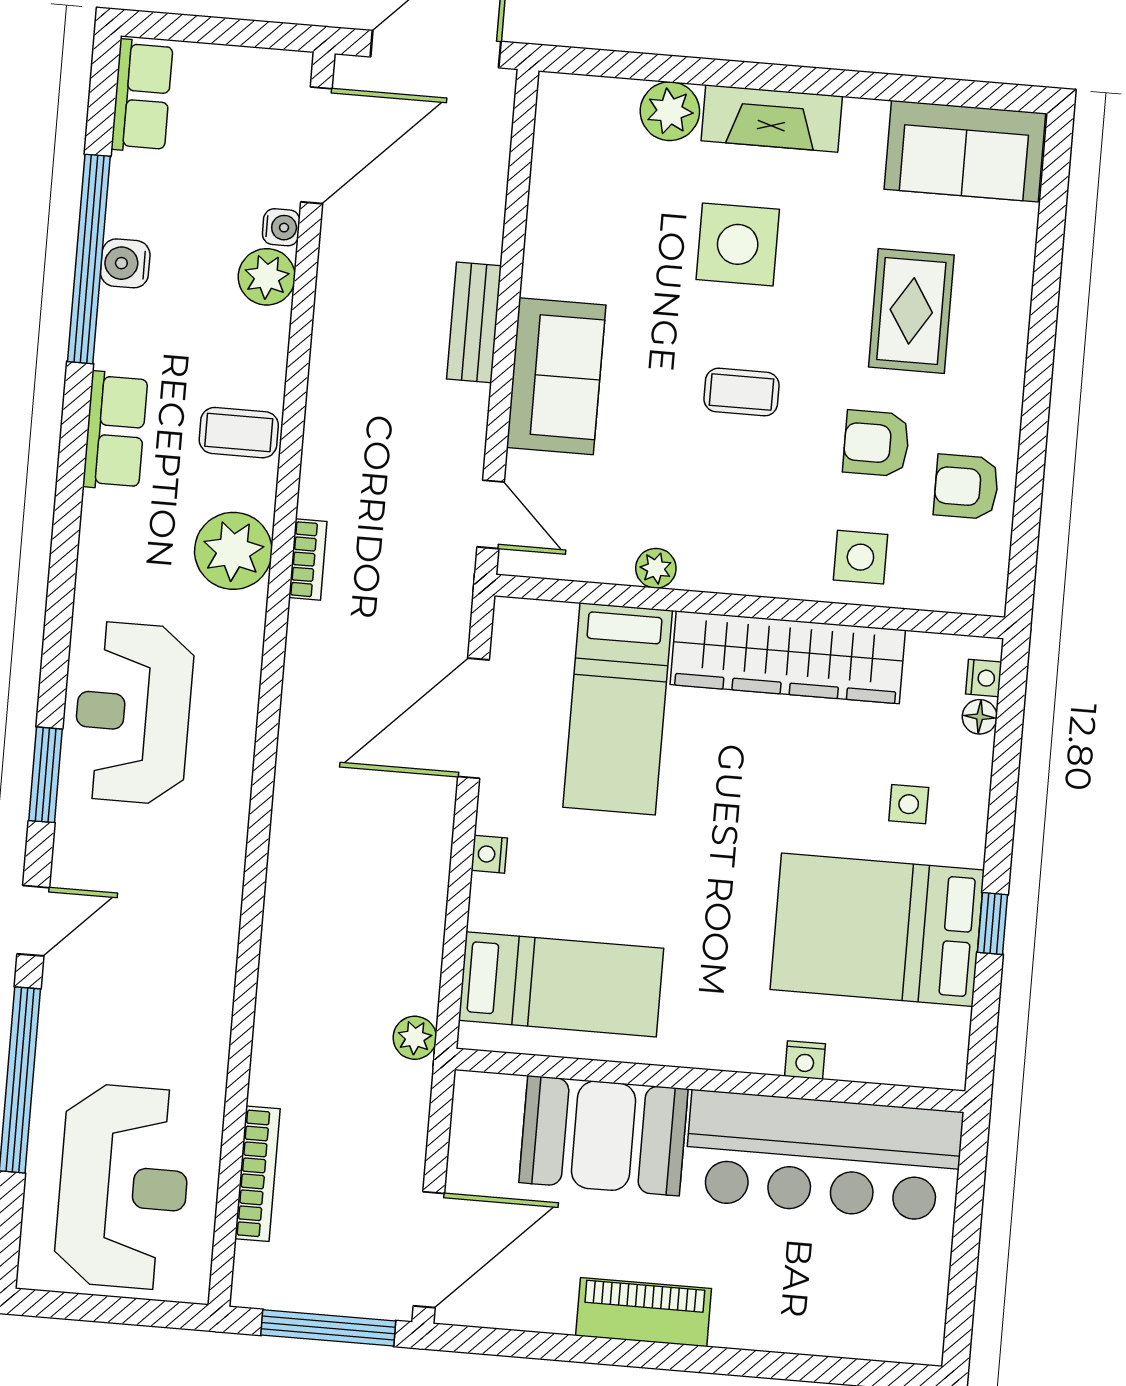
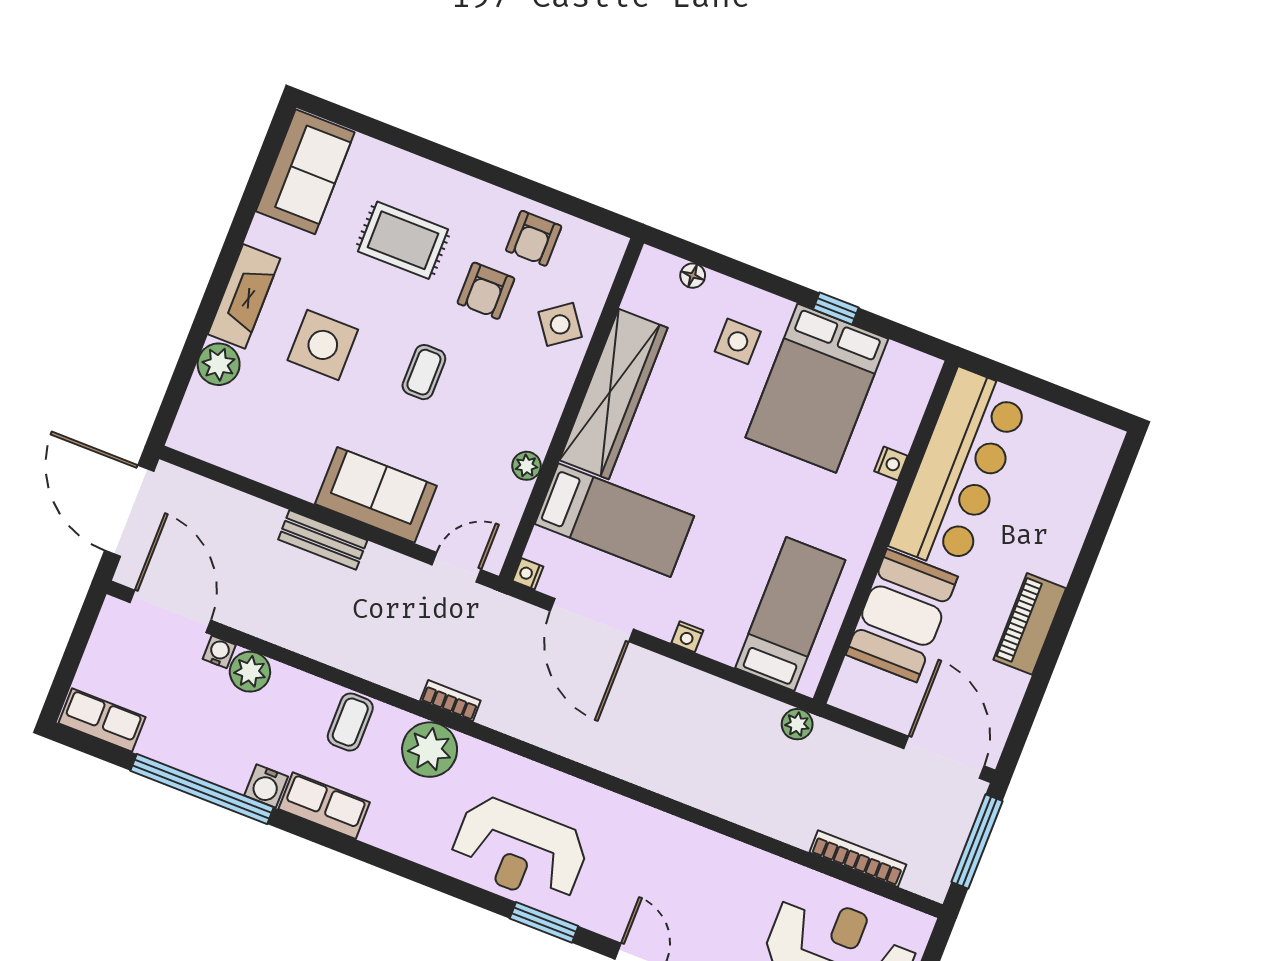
water cooler: (125, 263) -> (266, 786), moved
side table: (860, 557) -> (560, 324), turned -36
nightstand: (984, 678) -> (528, 574), moved, turned -90
side table: (909, 804) -> (738, 341), width x1.37, depth x1.37

